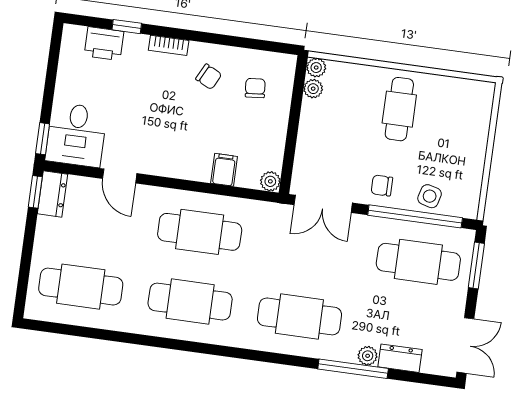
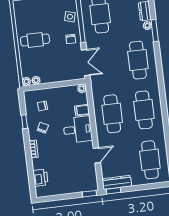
window: (127, 27) -> (24, 122), moved
desk: (76, 135) -> (78, 130), moved
dresser: (53, 194) -> (117, 182), width x1.44
window: (353, 369) -> (155, 30), width x0.69

